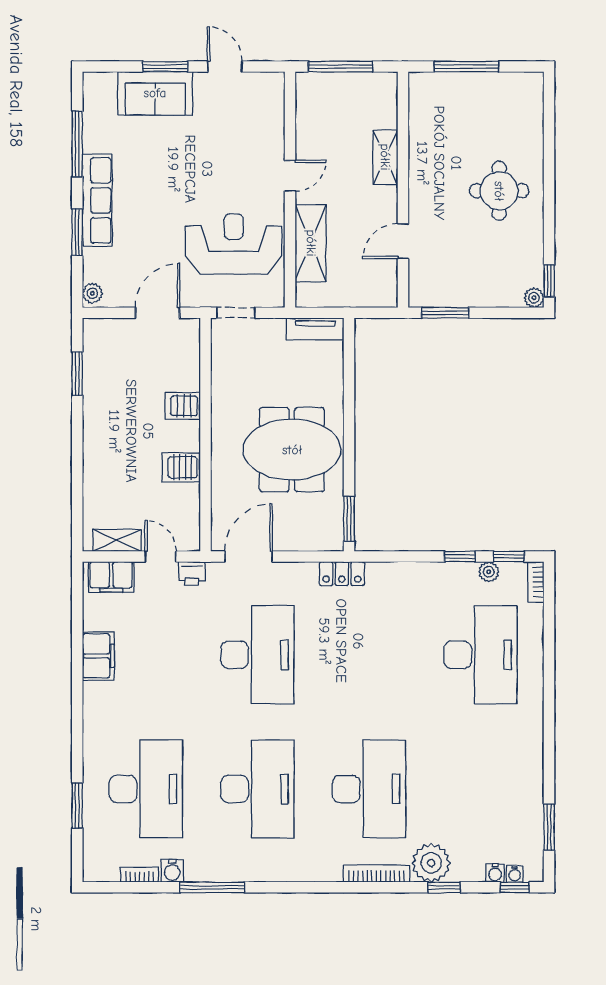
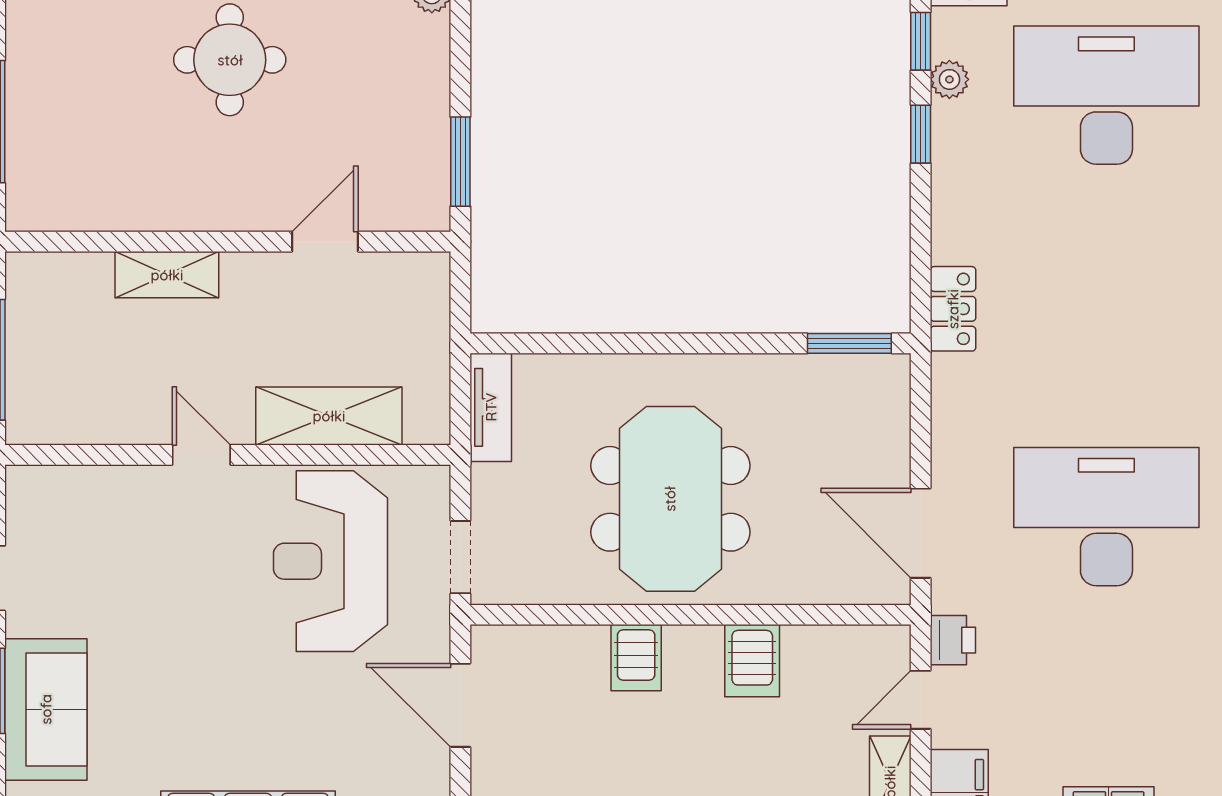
door: (403, 241) -> (325, 242), swing flipped
meeting table: (292, 450) -> (670, 499), moved
locker: (342, 574) -> (953, 309), moved

